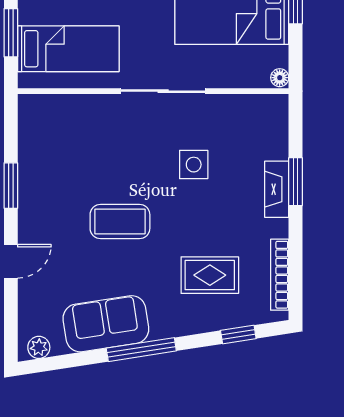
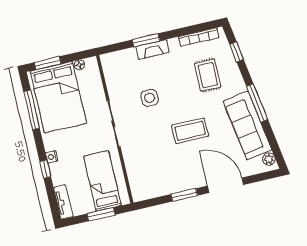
floor lamp: (280, 78) -> (79, 65), moved
coffee table: (120, 222) -> (190, 131), turned 90
door: (11, 261) -> (226, 185), width x1.88
sofa: (106, 324) -> (248, 125), width x1.36

